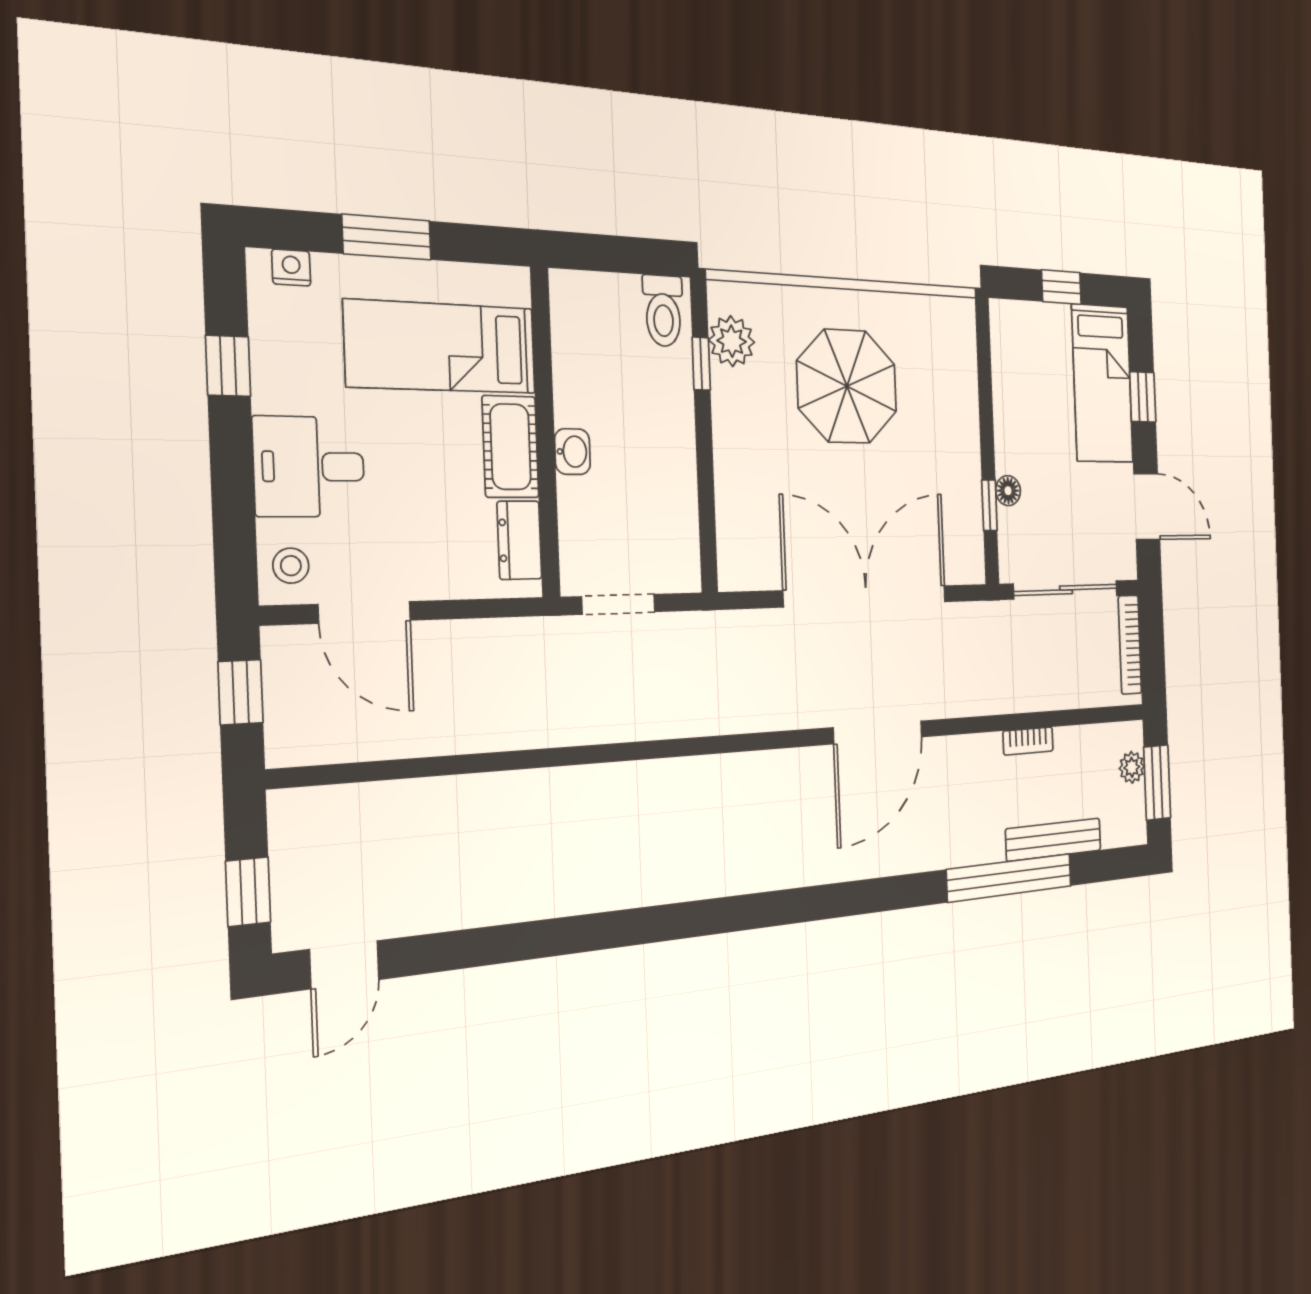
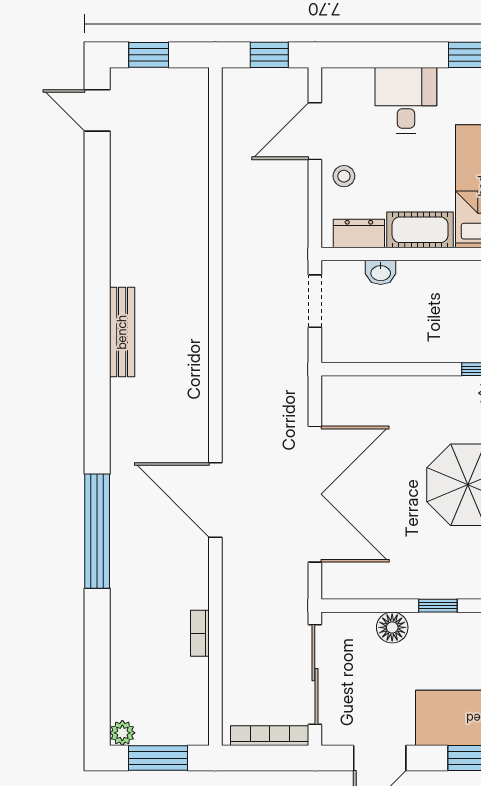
washbasin: (572, 452) -> (381, 272), moved
floor lamp: (1008, 491) -> (392, 627), width x1.37, depth x1.37
window: (989, 505) -> (438, 606), moved
stool: (291, 566) -> (344, 176), moved
plant: (1132, 767) -> (122, 733), moved
bench: (1054, 840) -> (122, 332), moved
window: (1010, 878) -> (97, 531), moved

